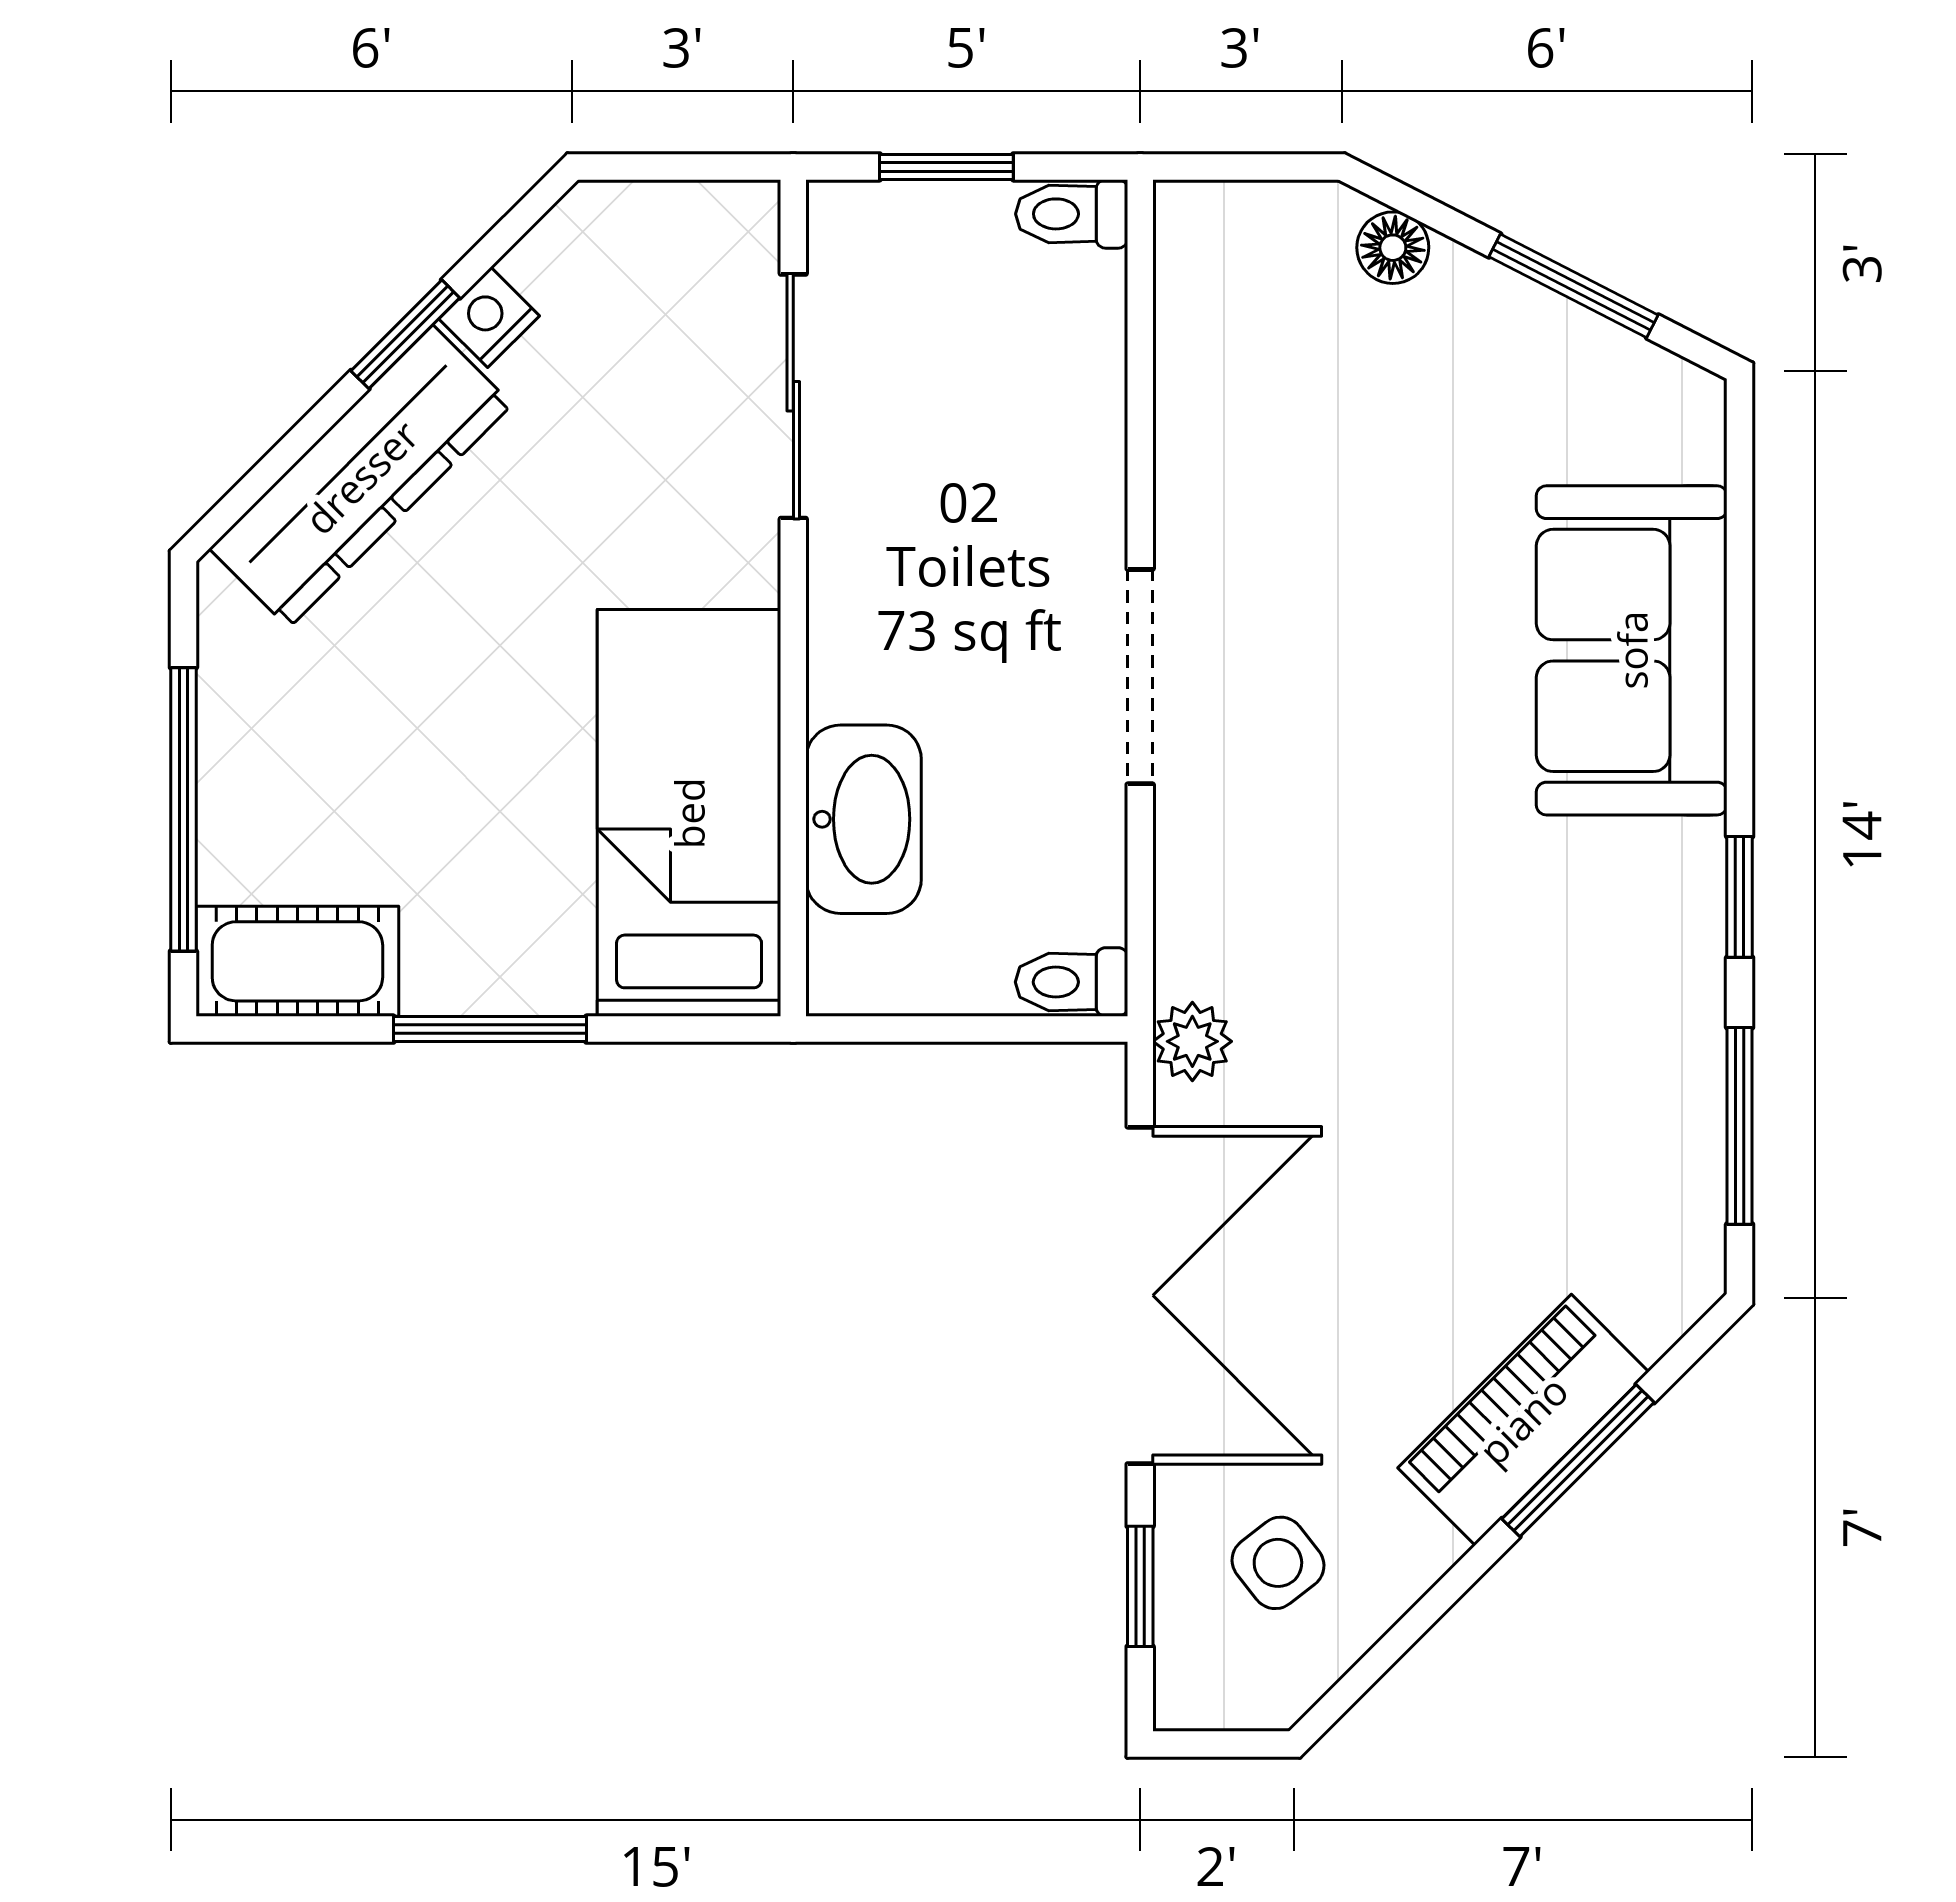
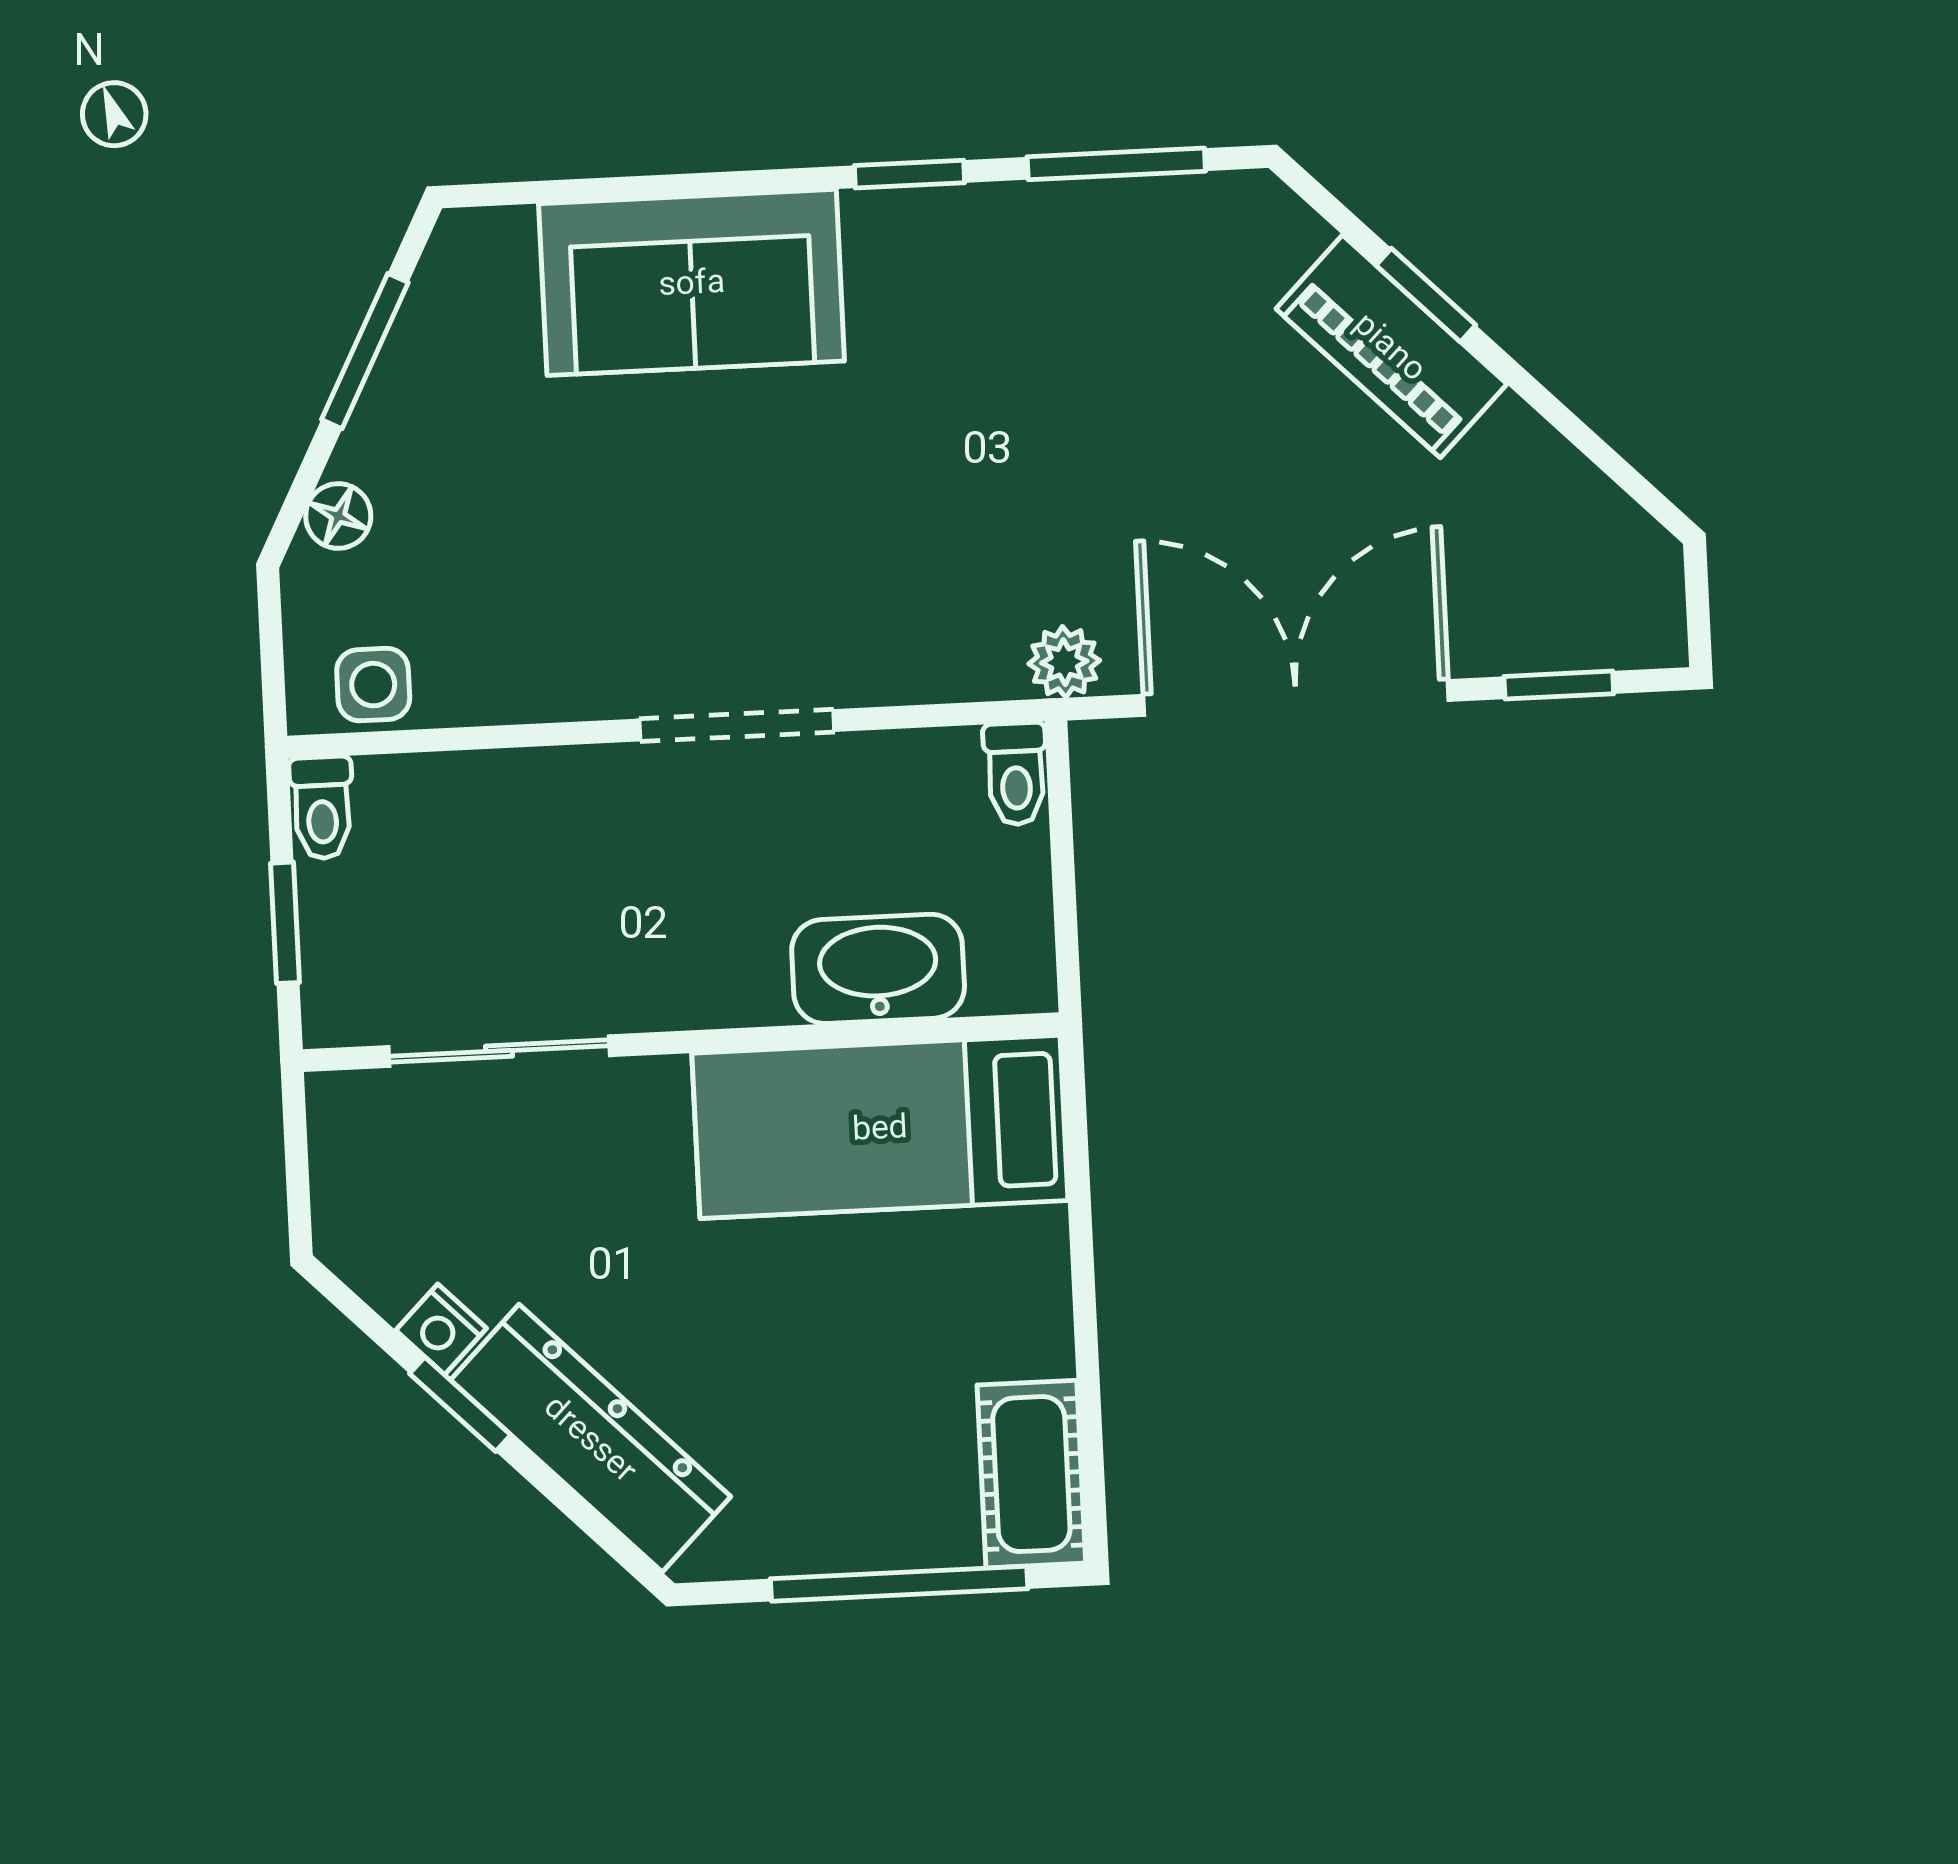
window: (490, 1029) -> (1084, 1297), removed
window: (1578, 1461) -> (1426, 295), width x0.67
side table: (1278, 1563) -> (373, 685), moved, turned 38

